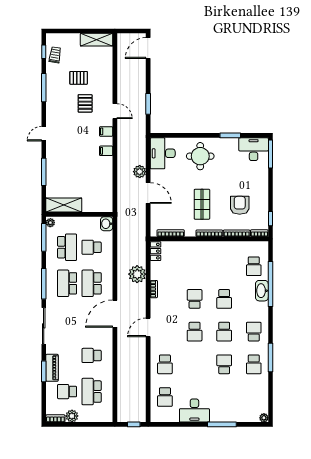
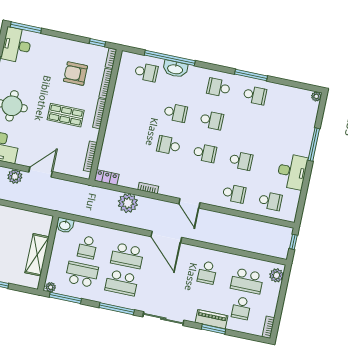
shelving: (64, 205) -> (37, 255), moved
school desk: (224, 364) -> (241, 161), moved, turned 180
plant: (72, 416) -> (277, 275), moved

